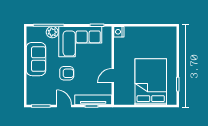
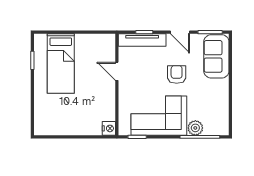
sofa: (36, 59) -> (216, 56), moved
armchair: (67, 73) -> (177, 75), turned 90
door: (113, 76) -> (117, 71), swing flipped
bed: (151, 82) -> (61, 63), width x0.67

